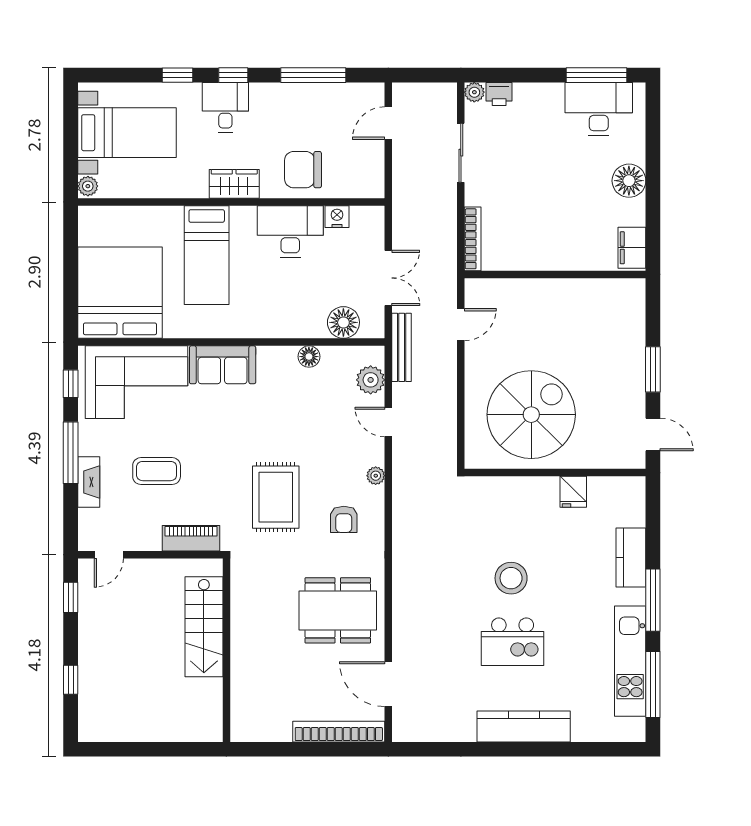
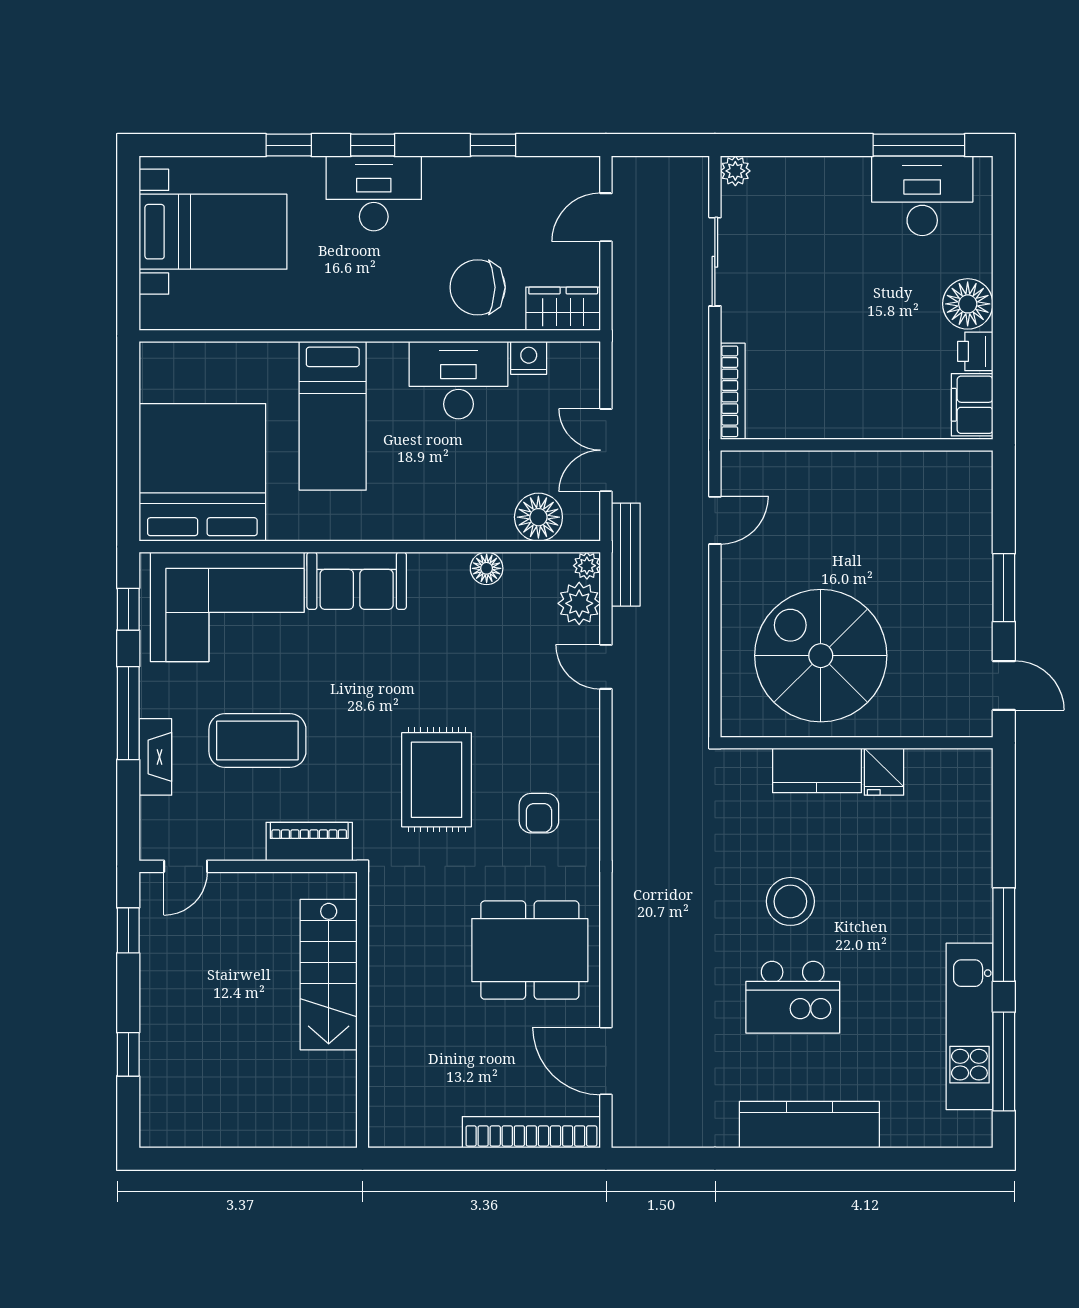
window: (313, 75) -> (493, 145), width x0.46
printer: (499, 94) -> (975, 351), moved, turned 90
desk: (225, 107) -> (374, 193), width x1.37
wardrobe: (234, 184) -> (563, 309), moved
plant: (88, 186) -> (154, 312), removed
double door: (388, 278) -> (606, 450), swing flipped
spiral stairs: (531, 415) -> (821, 656), turned -90
coffee table: (157, 471) -> (257, 740), width x1.36, depth x1.32
plant: (376, 476) -> (587, 566), moved
kitchen counter: (631, 557) -> (817, 770), moved, turned -90

